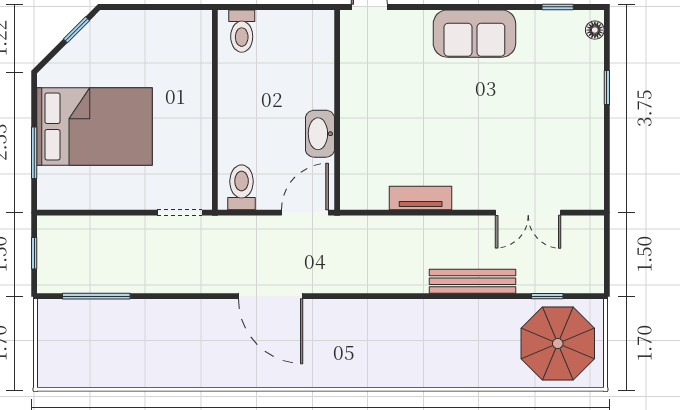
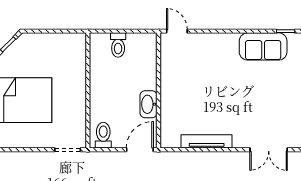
toilet: (242, 31) -> (118, 45), moved
sofa: (474, 34) -> (263, 46), moved
tv unit: (421, 198) -> (207, 141), width x1.41

